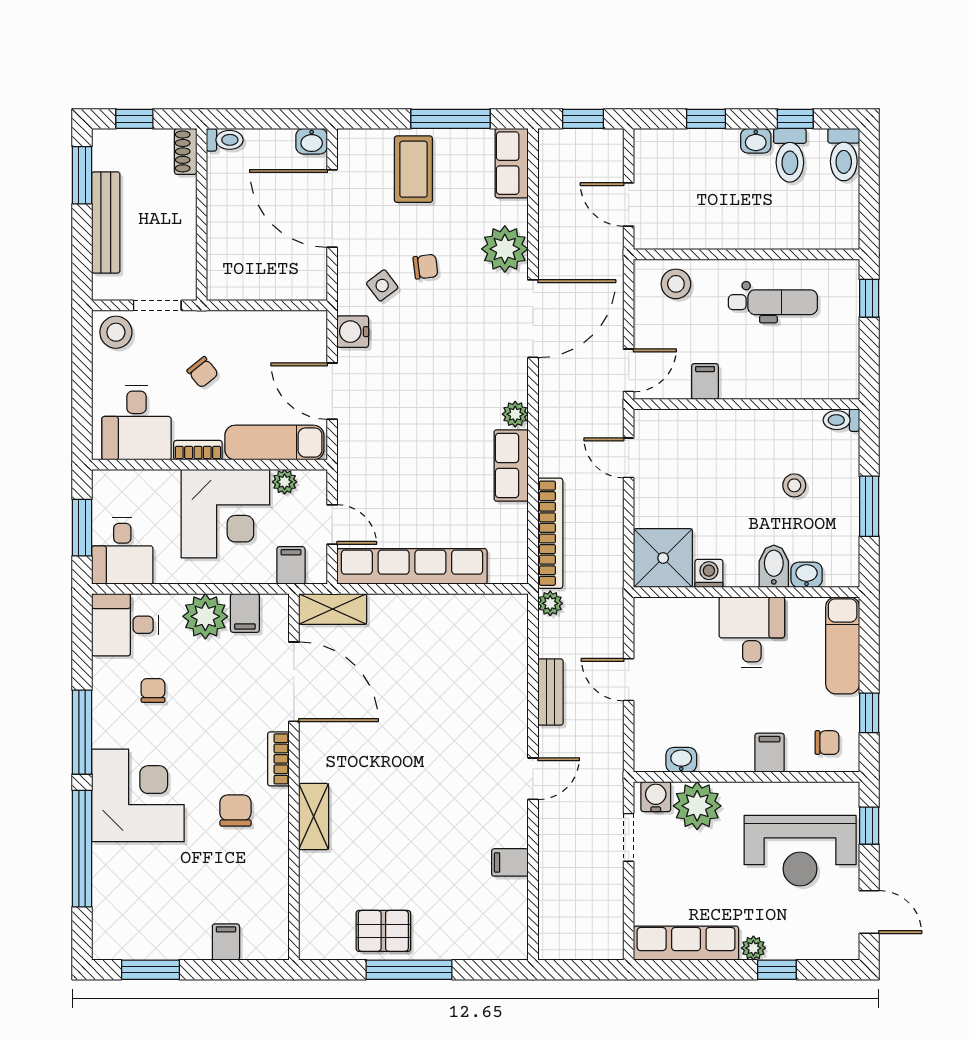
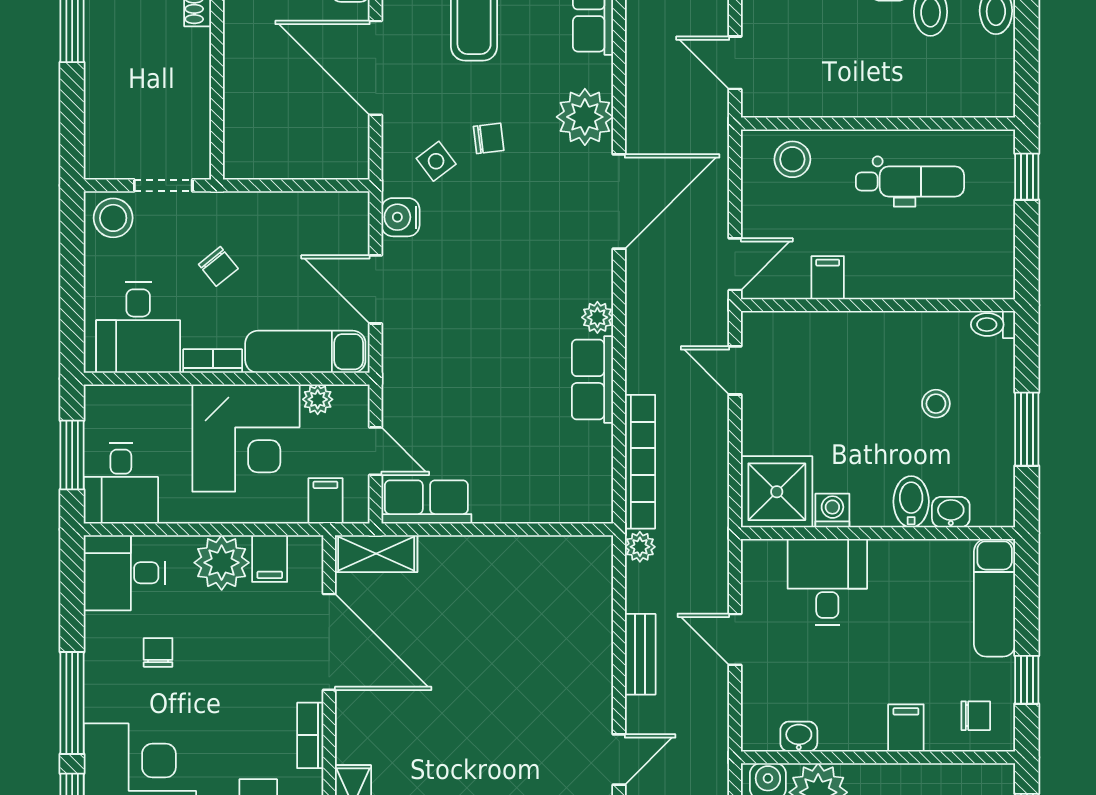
bench: (106, 222) -> (101, 85), removed
row of seats: (412, 566) -> (426, 502), width x0.50
desk: (752, 632) -> (827, 582), moved

